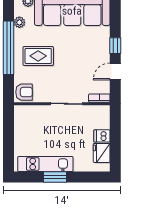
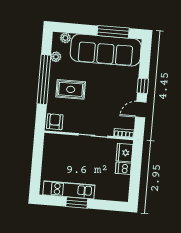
armchair: (24, 92) -> (55, 122), turned -90
fridge: (102, 153) -> (124, 153), moved

